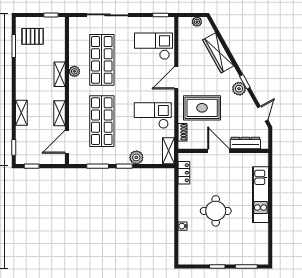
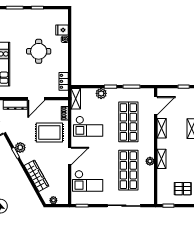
door: (219, 151) -> (36, 99), hinge flipped
fridge: (186, 238) -> (62, 30), added

